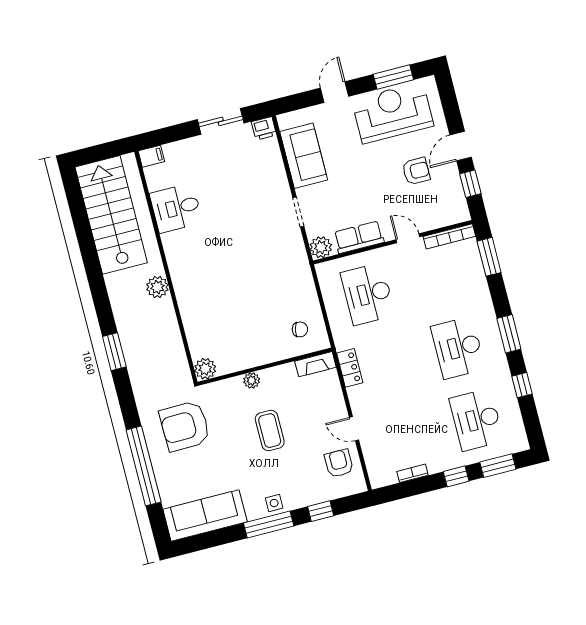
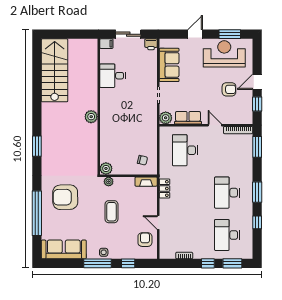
filing cabinet: (151, 156) -> (106, 44), moved
desk: (176, 208) -> (113, 76), moved
wall: (166, 267) -> (99, 107), moved
plant: (157, 287) -> (91, 117), moved
plant: (205, 369) -> (106, 168), moved

